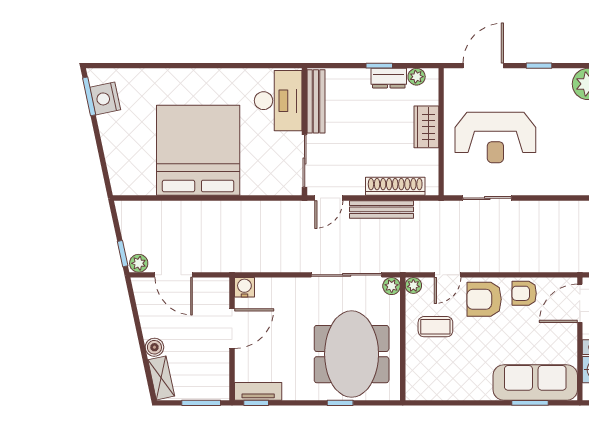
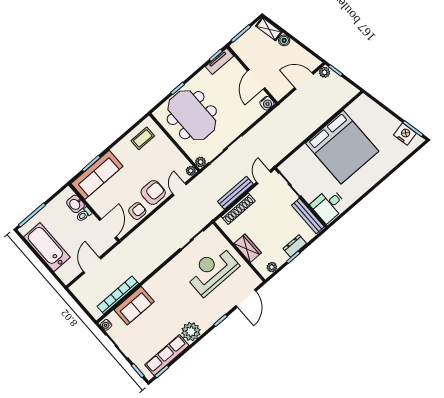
dresser: (389, 78) -> (295, 246), moved
desk: (278, 101) -> (329, 205), width x0.73
coffee table: (435, 327) -> (143, 138), moved

